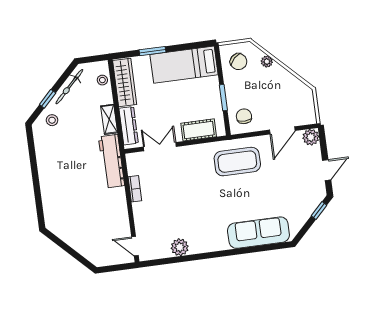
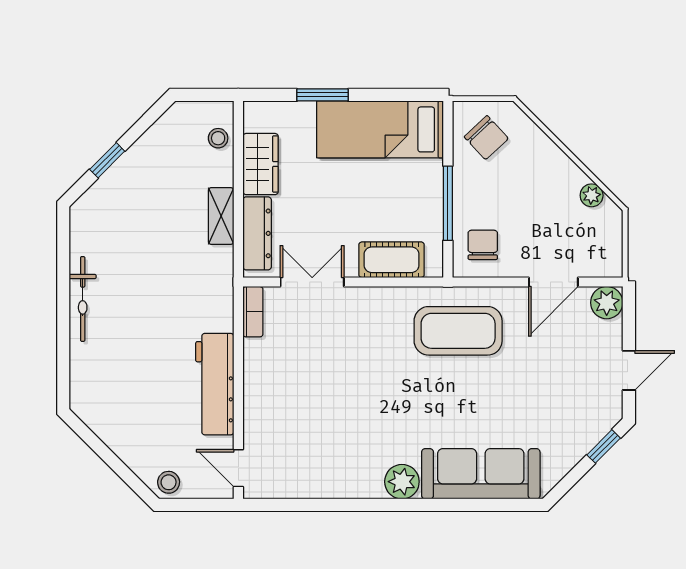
plant: (267, 62) -> (592, 195), moved
wardrobe: (125, 83) -> (261, 164), width x0.67
bicycle: (69, 87) -> (83, 299), moved, turned -45
window: (223, 98) -> (448, 203), width x1.44
stool: (52, 120) -> (169, 482), moved
workbench: (111, 161) -> (215, 384), moved
bookcase: (135, 189) -> (253, 312), moved
plant: (180, 247) -> (402, 482), moved

